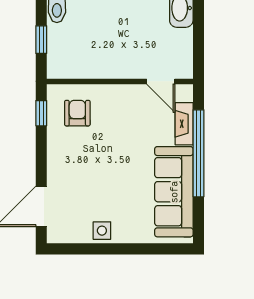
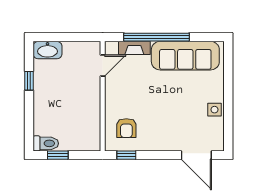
window: (41, 40) -> (58, 155), moved
armchair: (77, 113) -> (126, 128), turned -90

